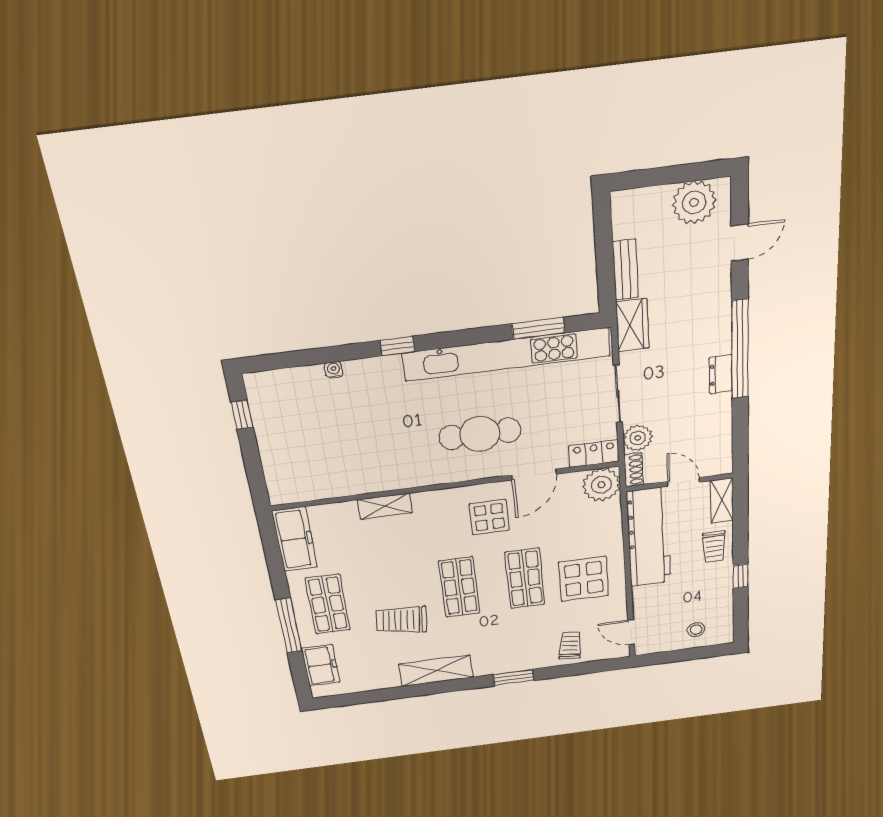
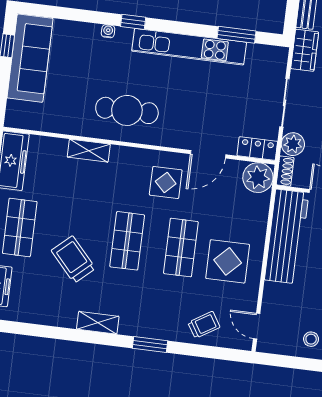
kitchen unit: (507, 355) -> (189, 47), width x0.73
water cooler: (334, 370) -> (108, 31), moved
sofa: (277, 422) -> (30, 58), added
cafe table: (480, 434) -> (127, 110), moved
trolley: (401, 620) -> (73, 259), turned 41
trolley: (570, 645) -> (204, 325), turned 51
shelving: (436, 671) -> (98, 323), width x0.67, depth x0.75

